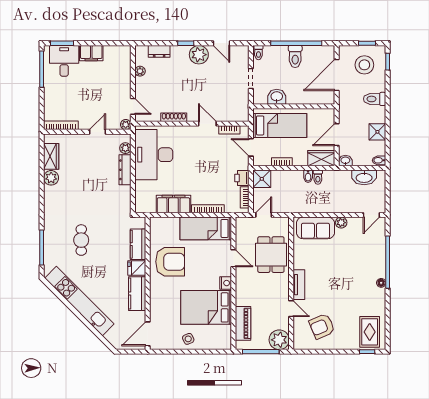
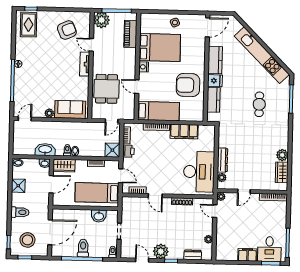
washbasin: (364, 177) -> (45, 150), moved

